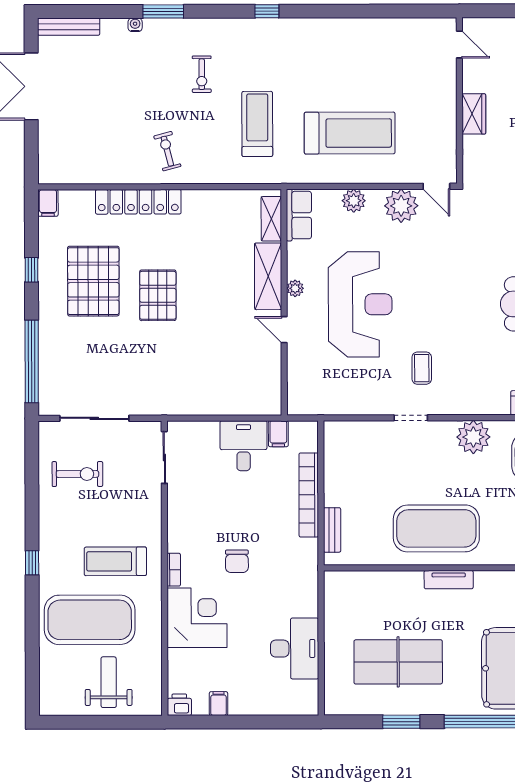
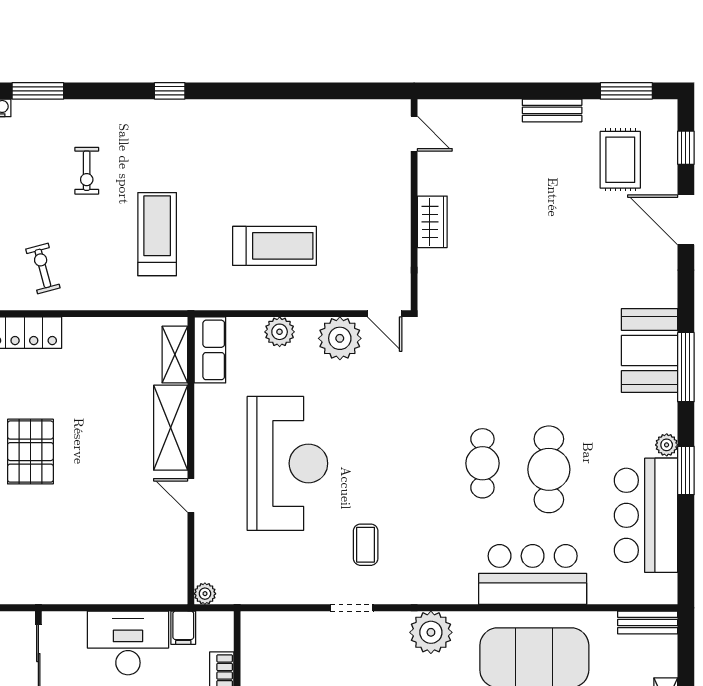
treadmill: (350, 133) -> (274, 246), width x0.73, depth x0.73
plant: (295, 288) -> (205, 594), moved
desk: (244, 446) -> (128, 643), width x1.37

